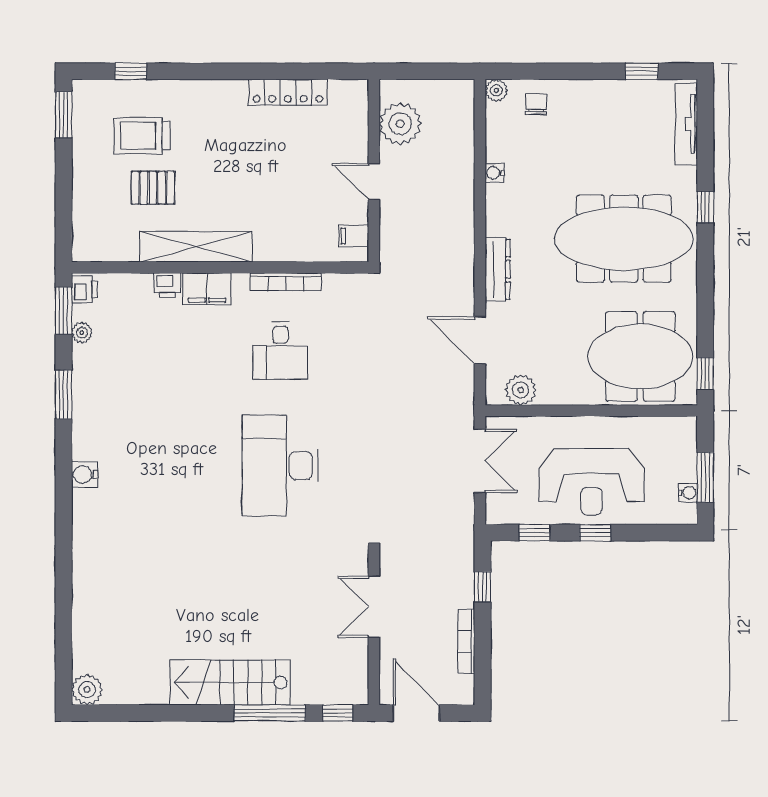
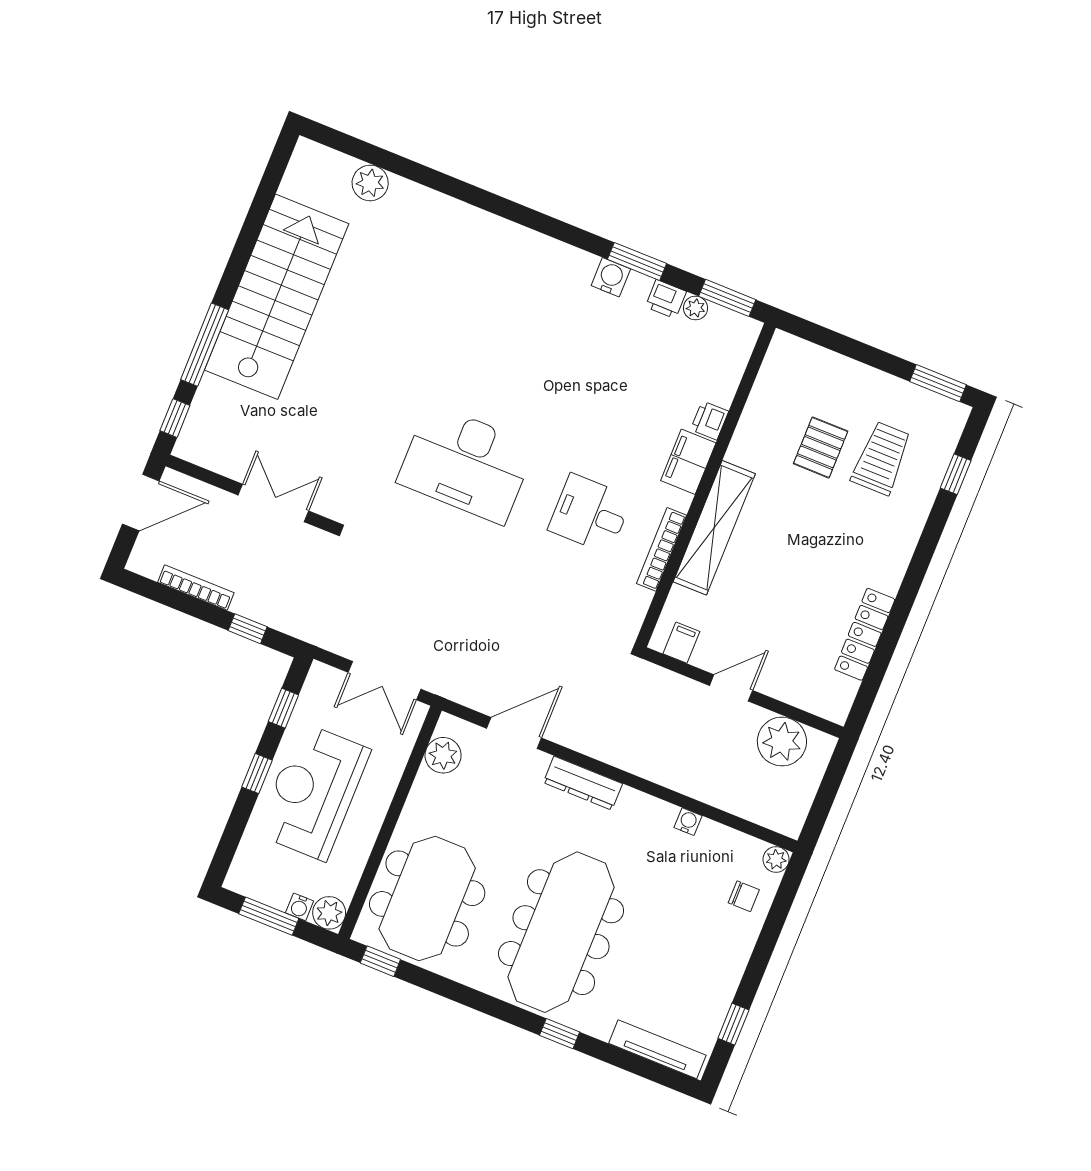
shelving: (196, 247) -> (714, 528), moved
printer: (84, 289) -> (666, 299), moved
plant: (683, 430) -> (329, 913), added
desk: (280, 466) -> (466, 464), turned 180
water cooler: (85, 474) -> (611, 277), moved
water cooler: (688, 493) -> (300, 907), moved
stairs: (230, 682) -> (277, 297), width x1.36, depth x1.51
plant: (87, 690) -> (370, 183), moved

